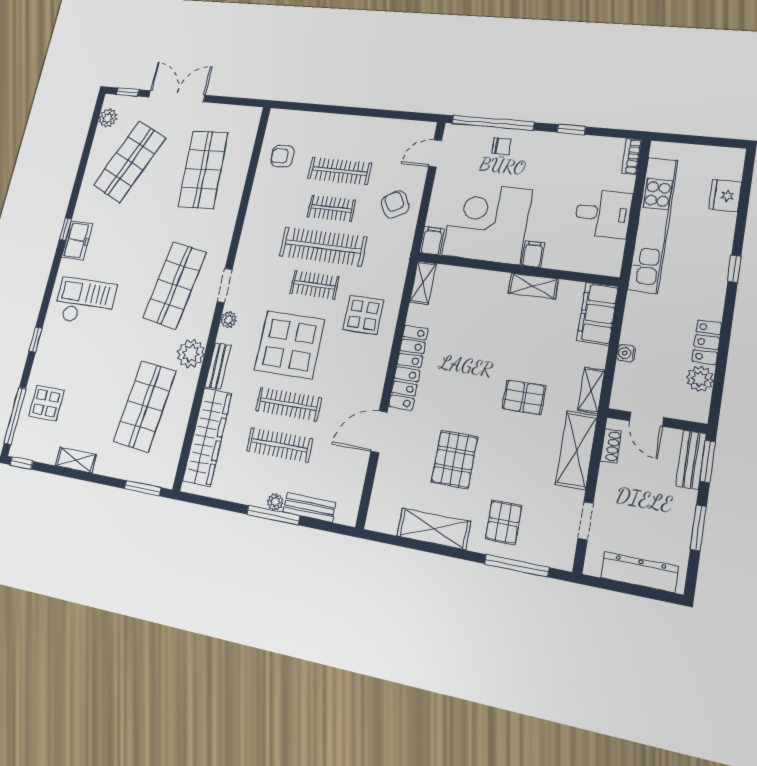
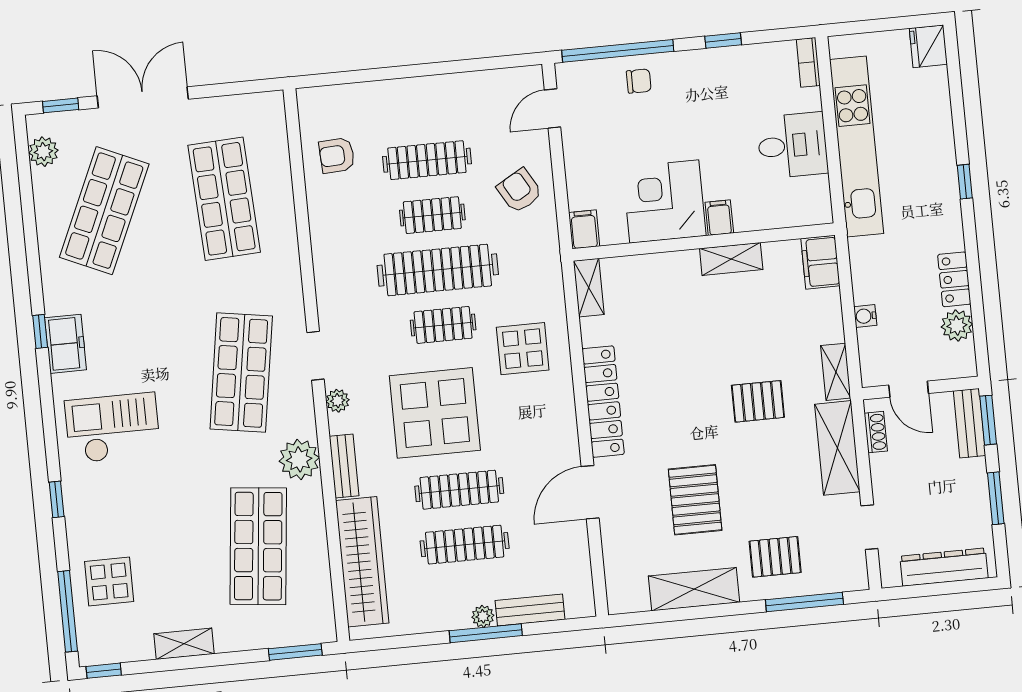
fridge: (725, 196) -> (928, 46), moved
corner desk: (487, 223) -> (664, 202), width x0.74, depth x0.74
filing cabinet: (598, 314) -> (820, 262), width x0.67, depth x0.86
pallet: (503, 522) -> (775, 557), turned 90

